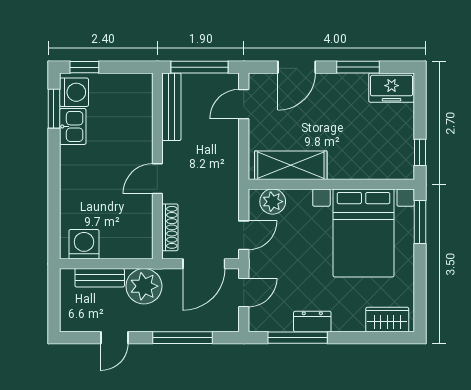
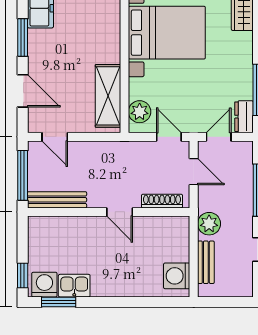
door: (204, 264) -> (194, 172), width x0.73
plant: (144, 286) -> (209, 224), width x0.73, depth x0.73
door: (244, 292) -> (219, 137), hinge flipped
dresser: (312, 322) -> (244, 117), moved

